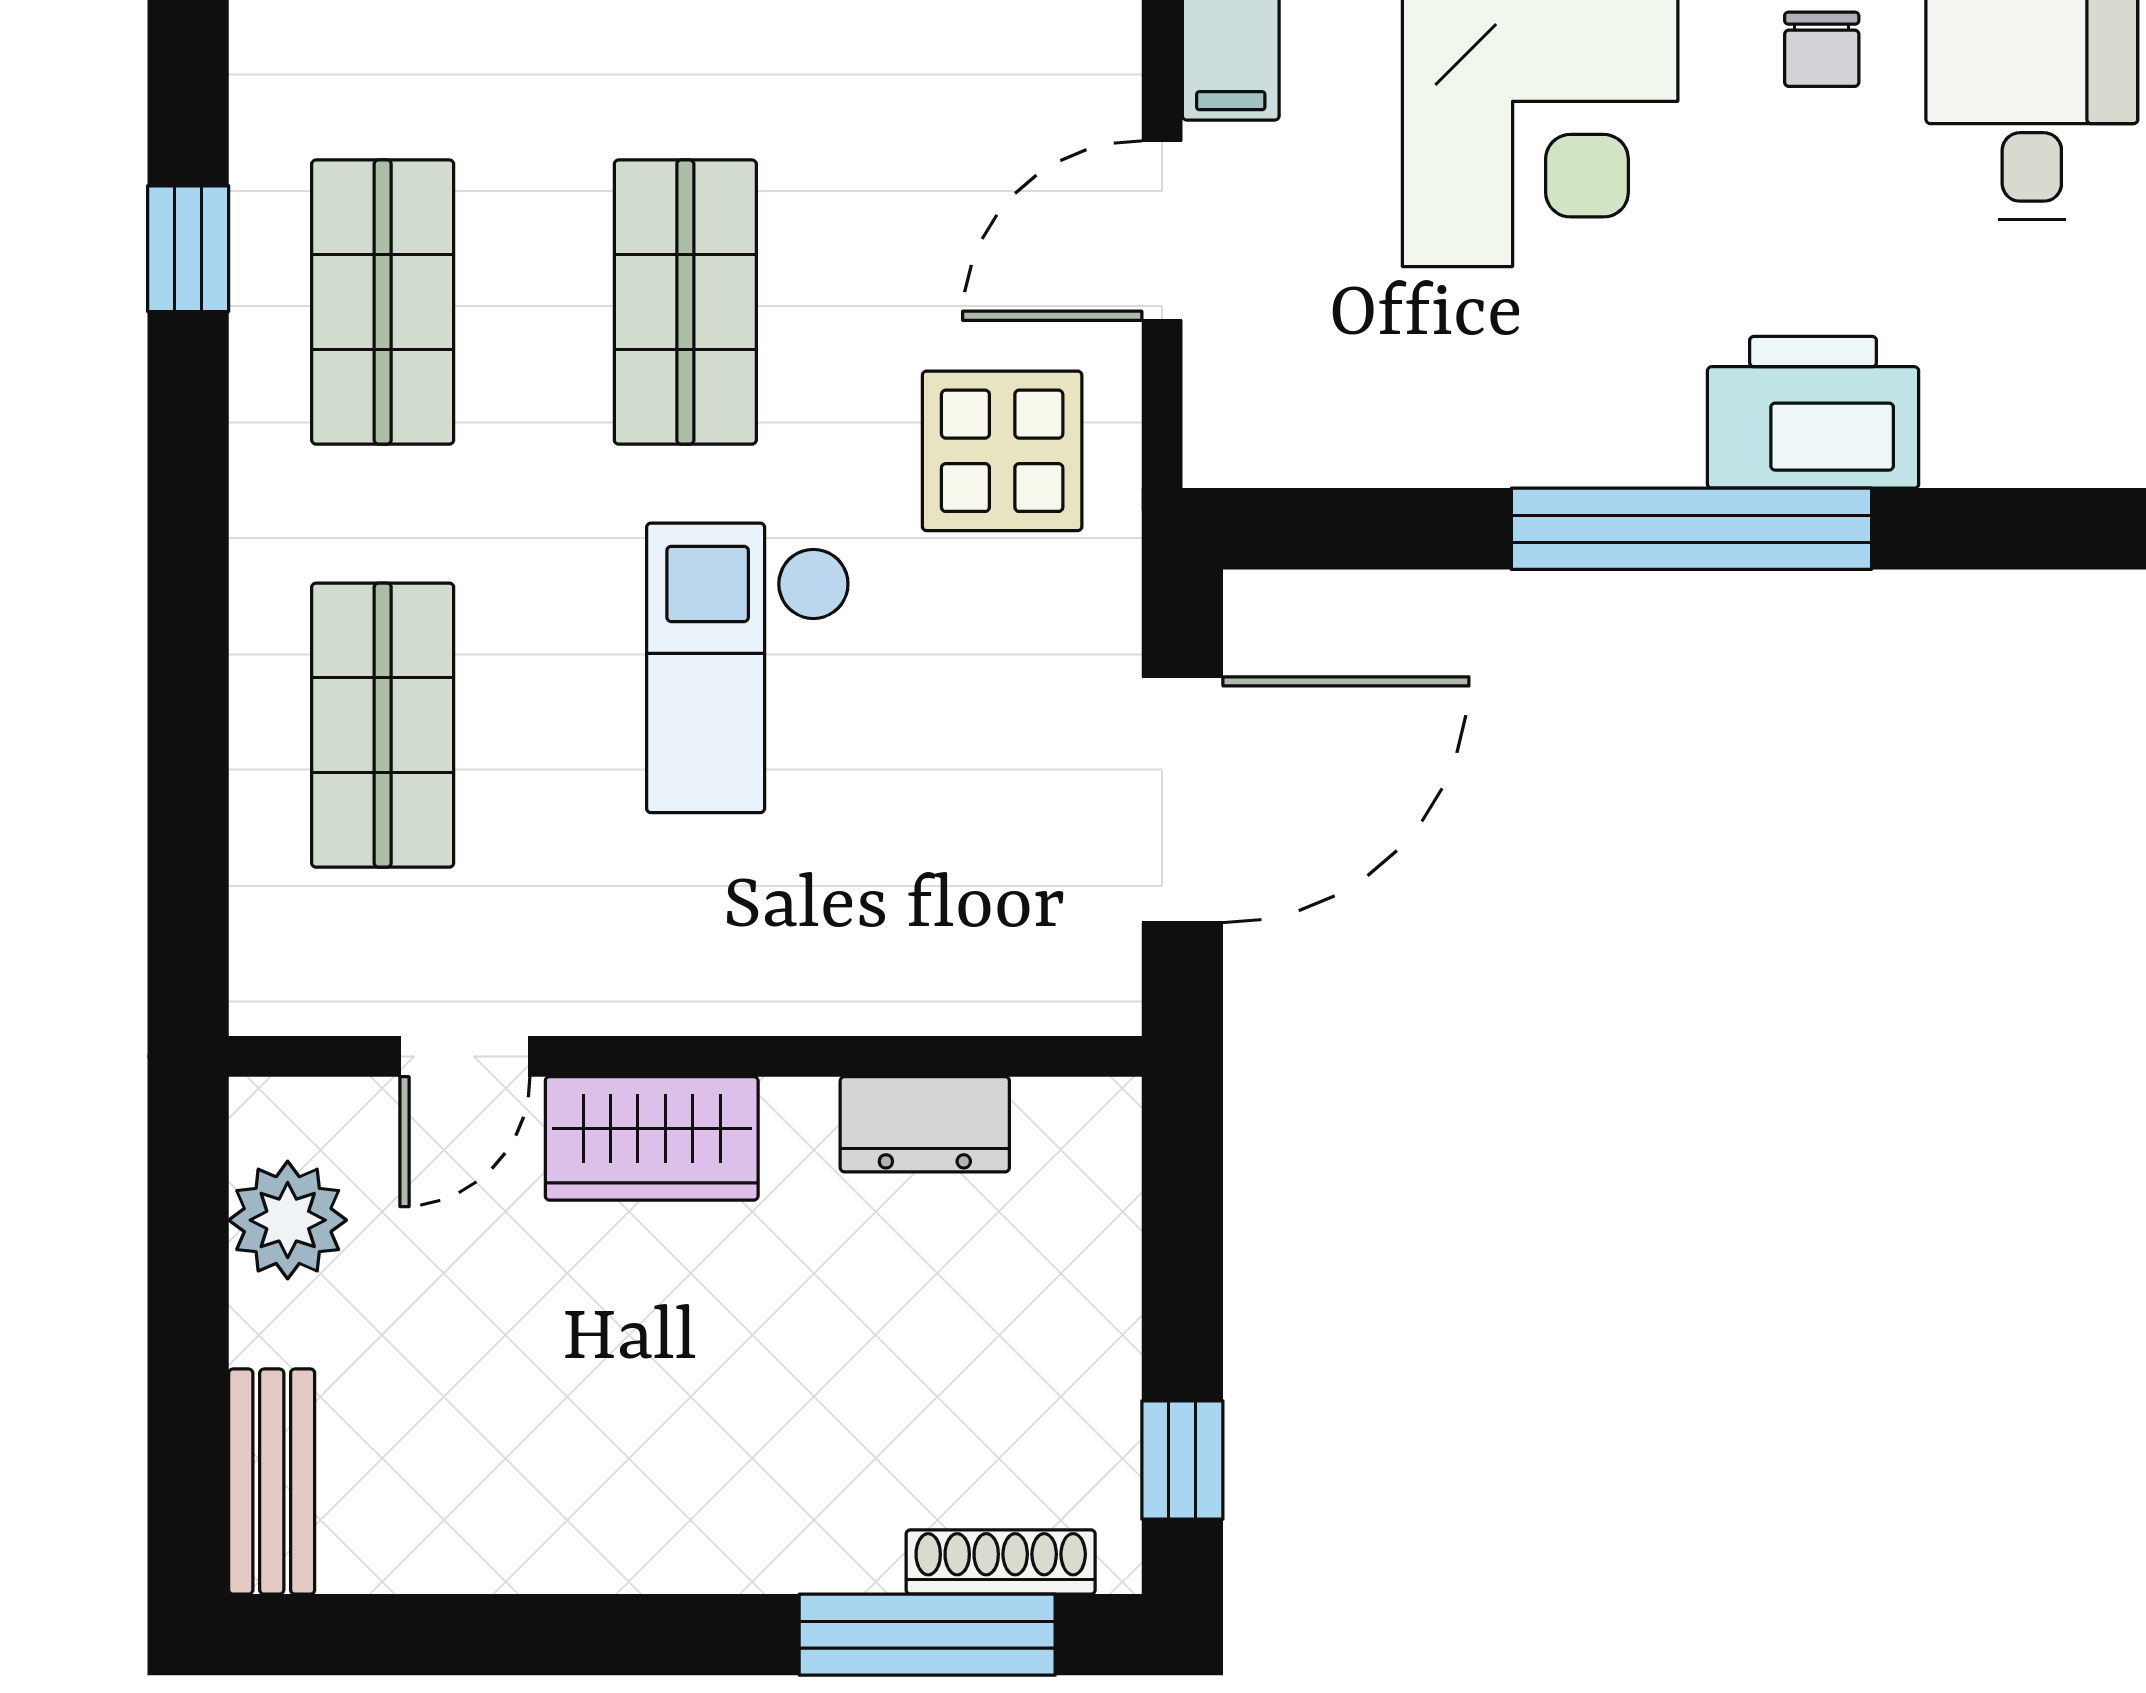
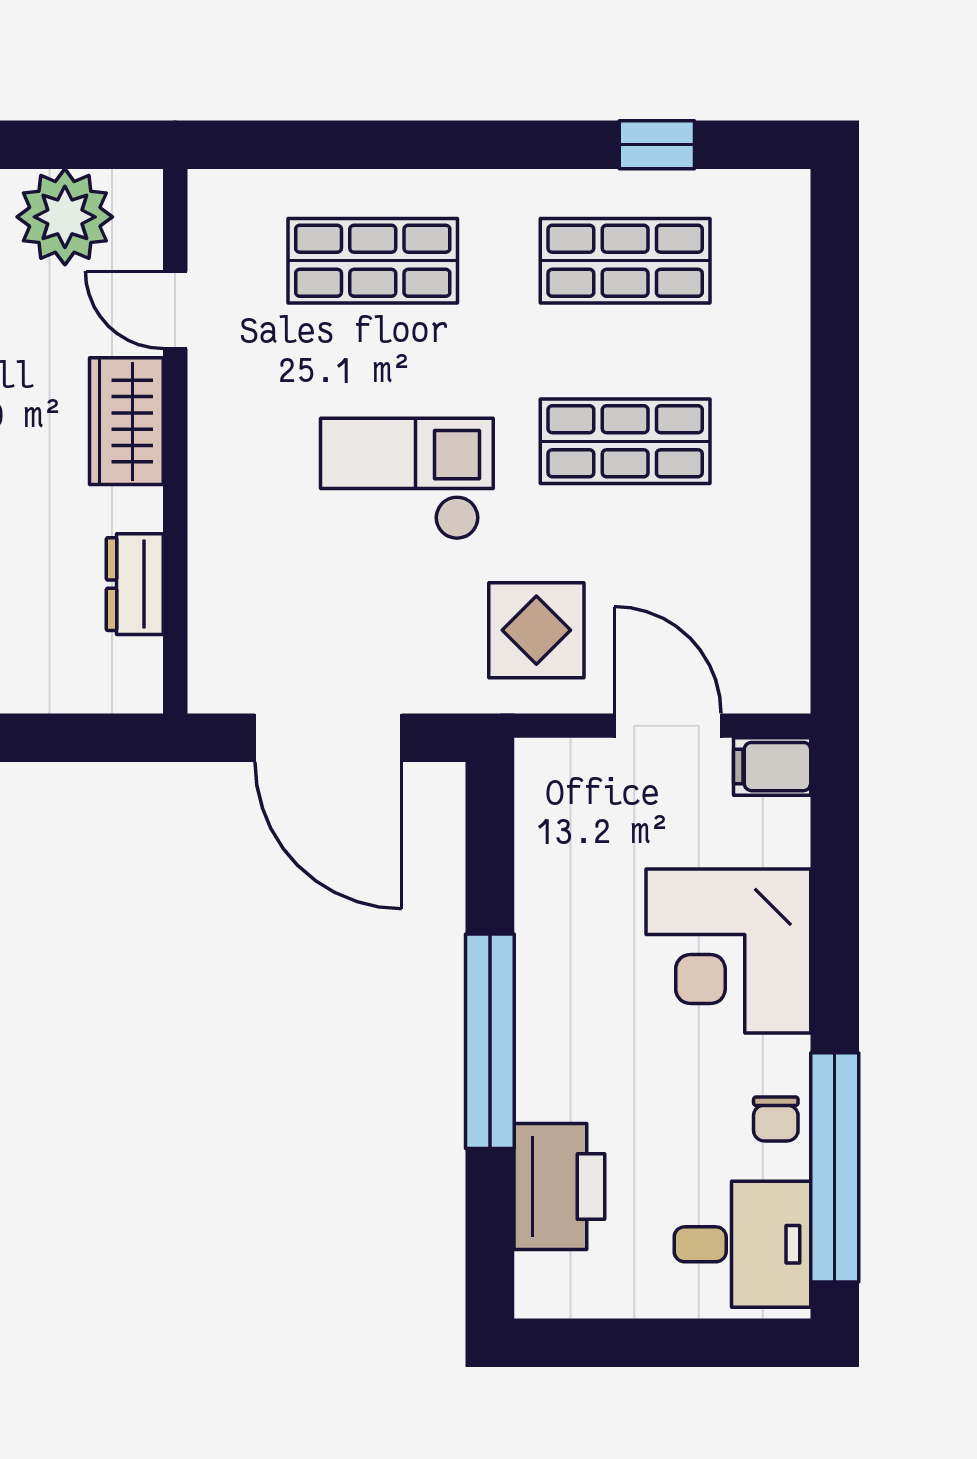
chair: (1822, 49) -> (776, 1119), turned -90
printer: (1813, 412) -> (559, 1187), moved
plant: (288, 1220) -> (65, 217), width x1.36, depth x1.36

